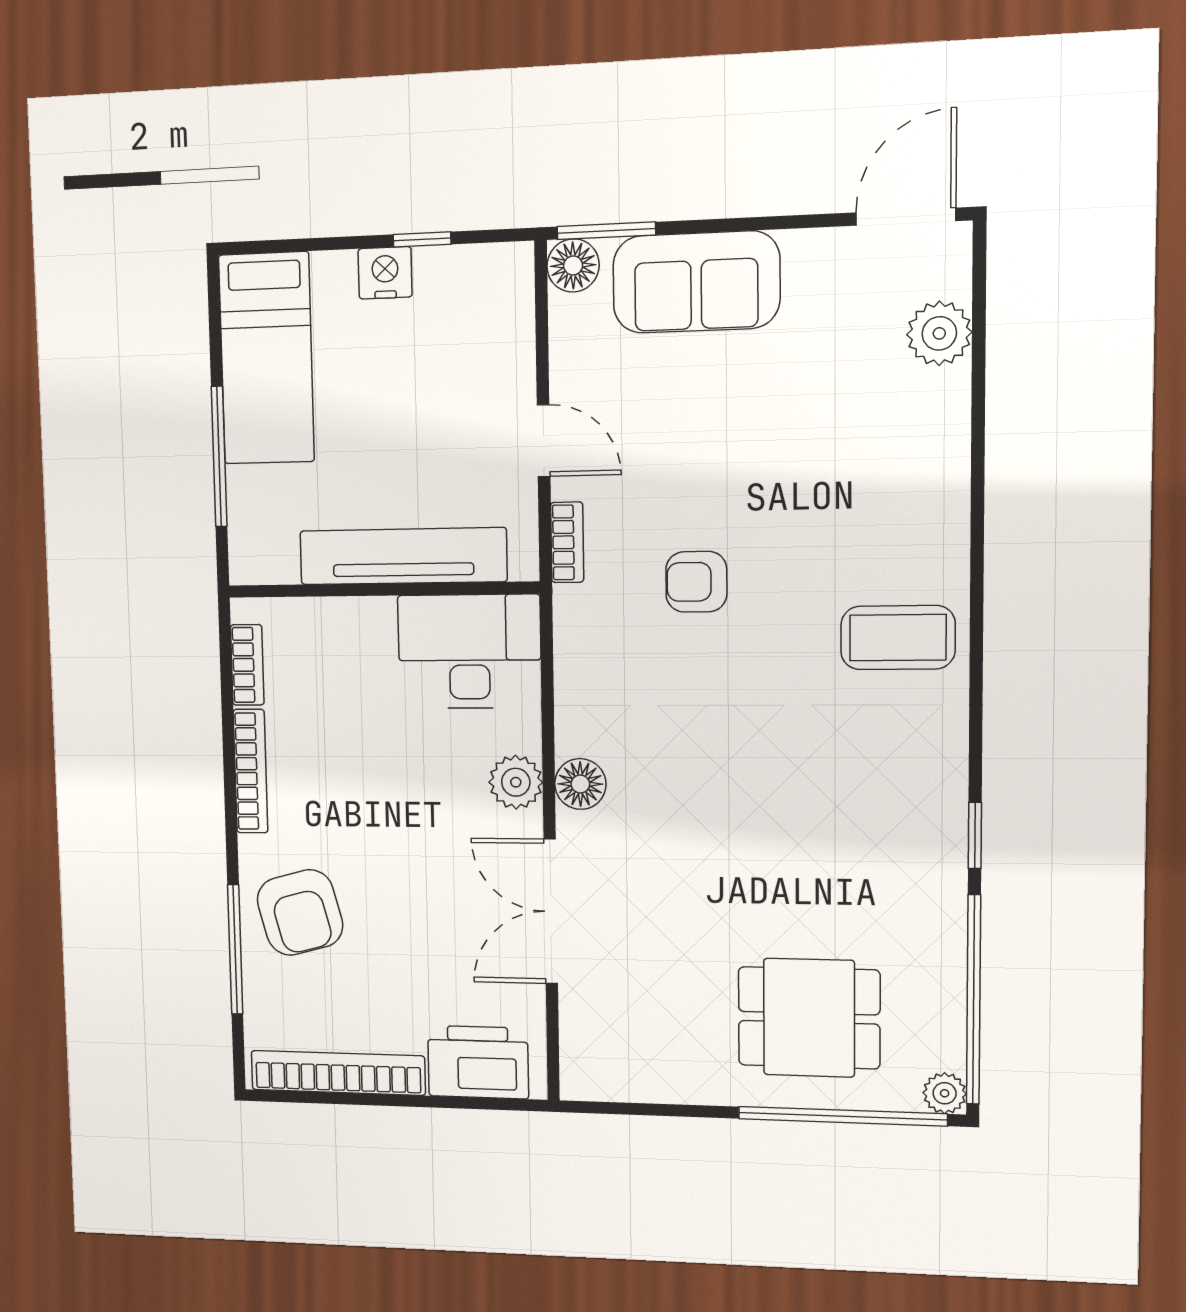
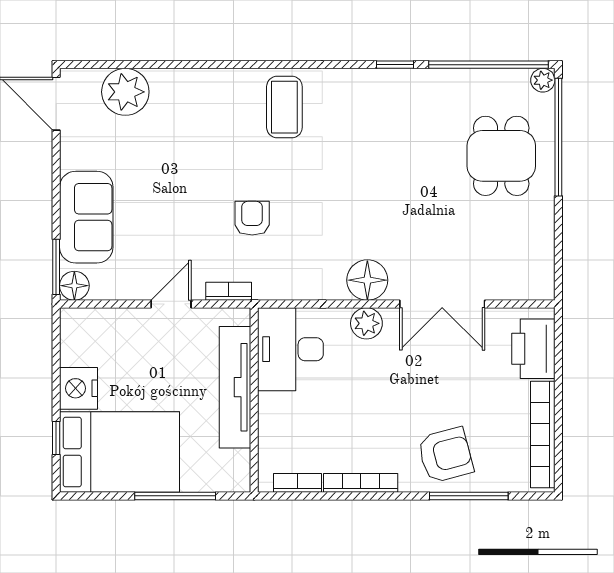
window: (422, 239) -> (56, 438), moved
nightstand: (385, 273) -> (79, 388), width x1.36, depth x1.33
plant: (939, 333) -> (125, 92), width x1.36, depth x1.36
bed: (266, 358) -> (120, 452), width x1.50
armchair: (696, 582) -> (252, 218), turned 180
floor lamp: (580, 784) -> (367, 280), width x1.38, depth x1.38

